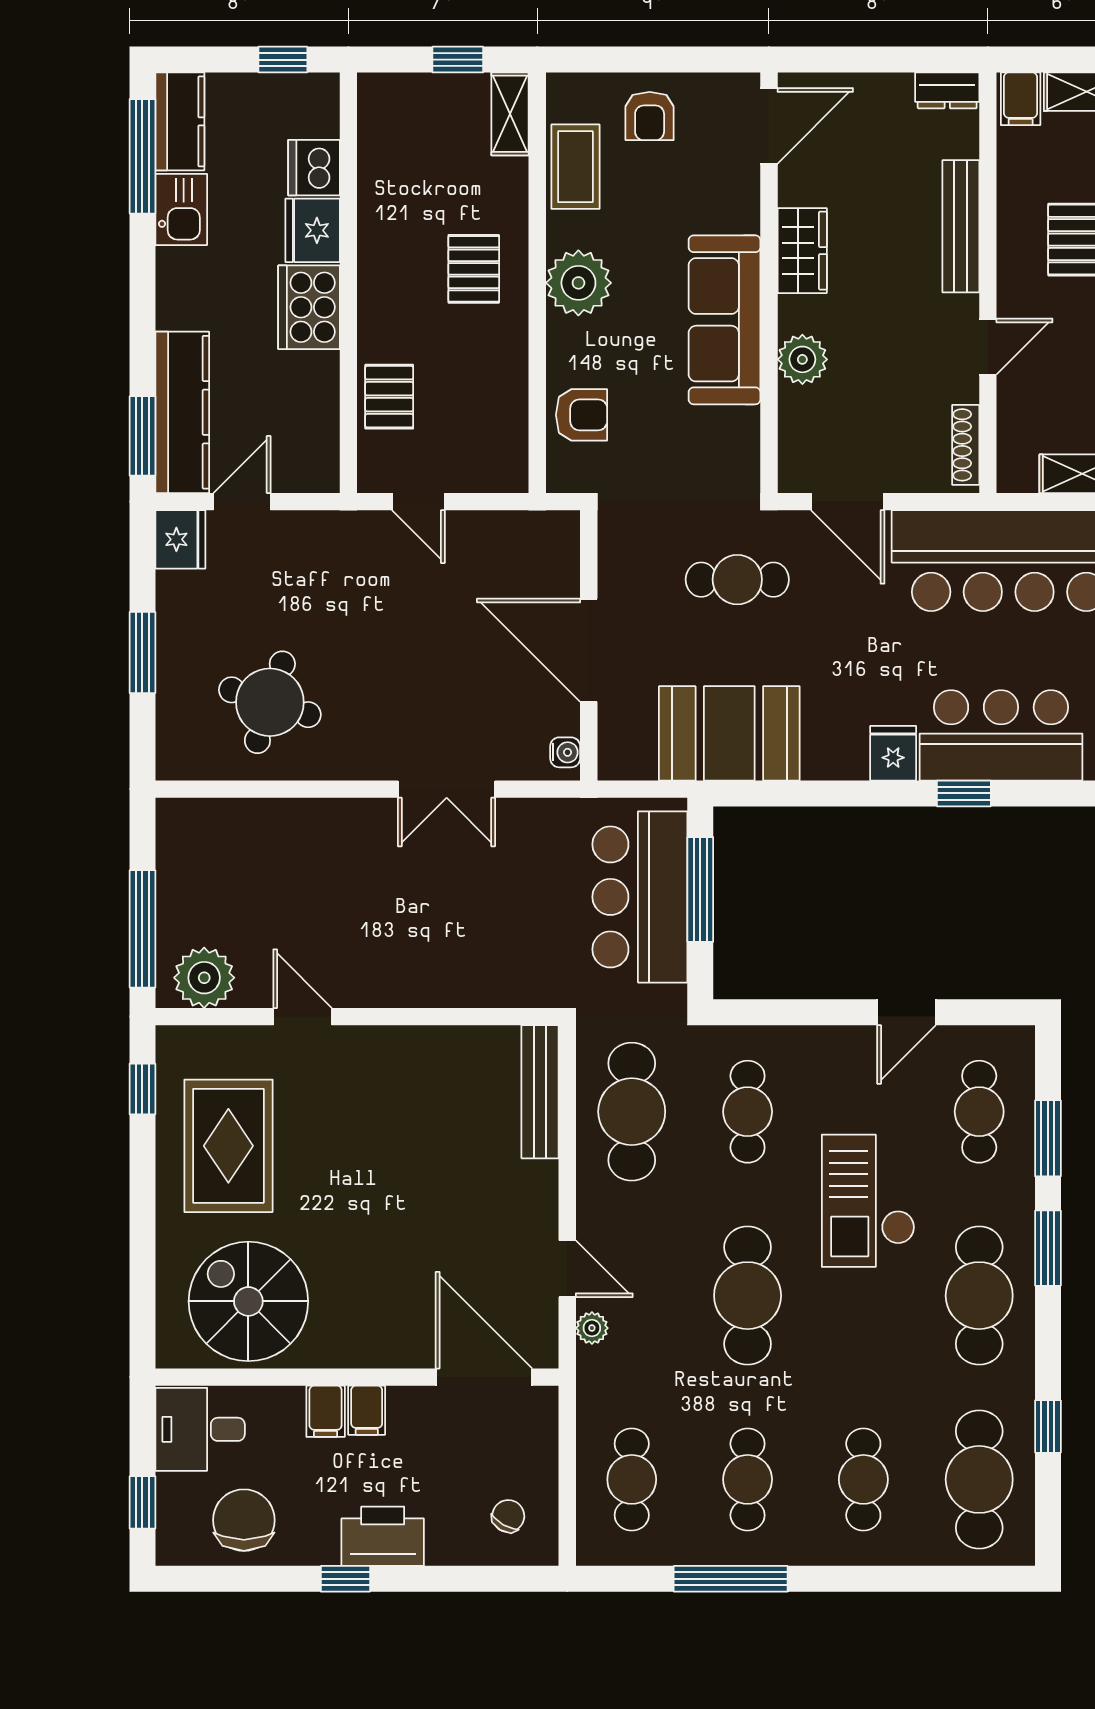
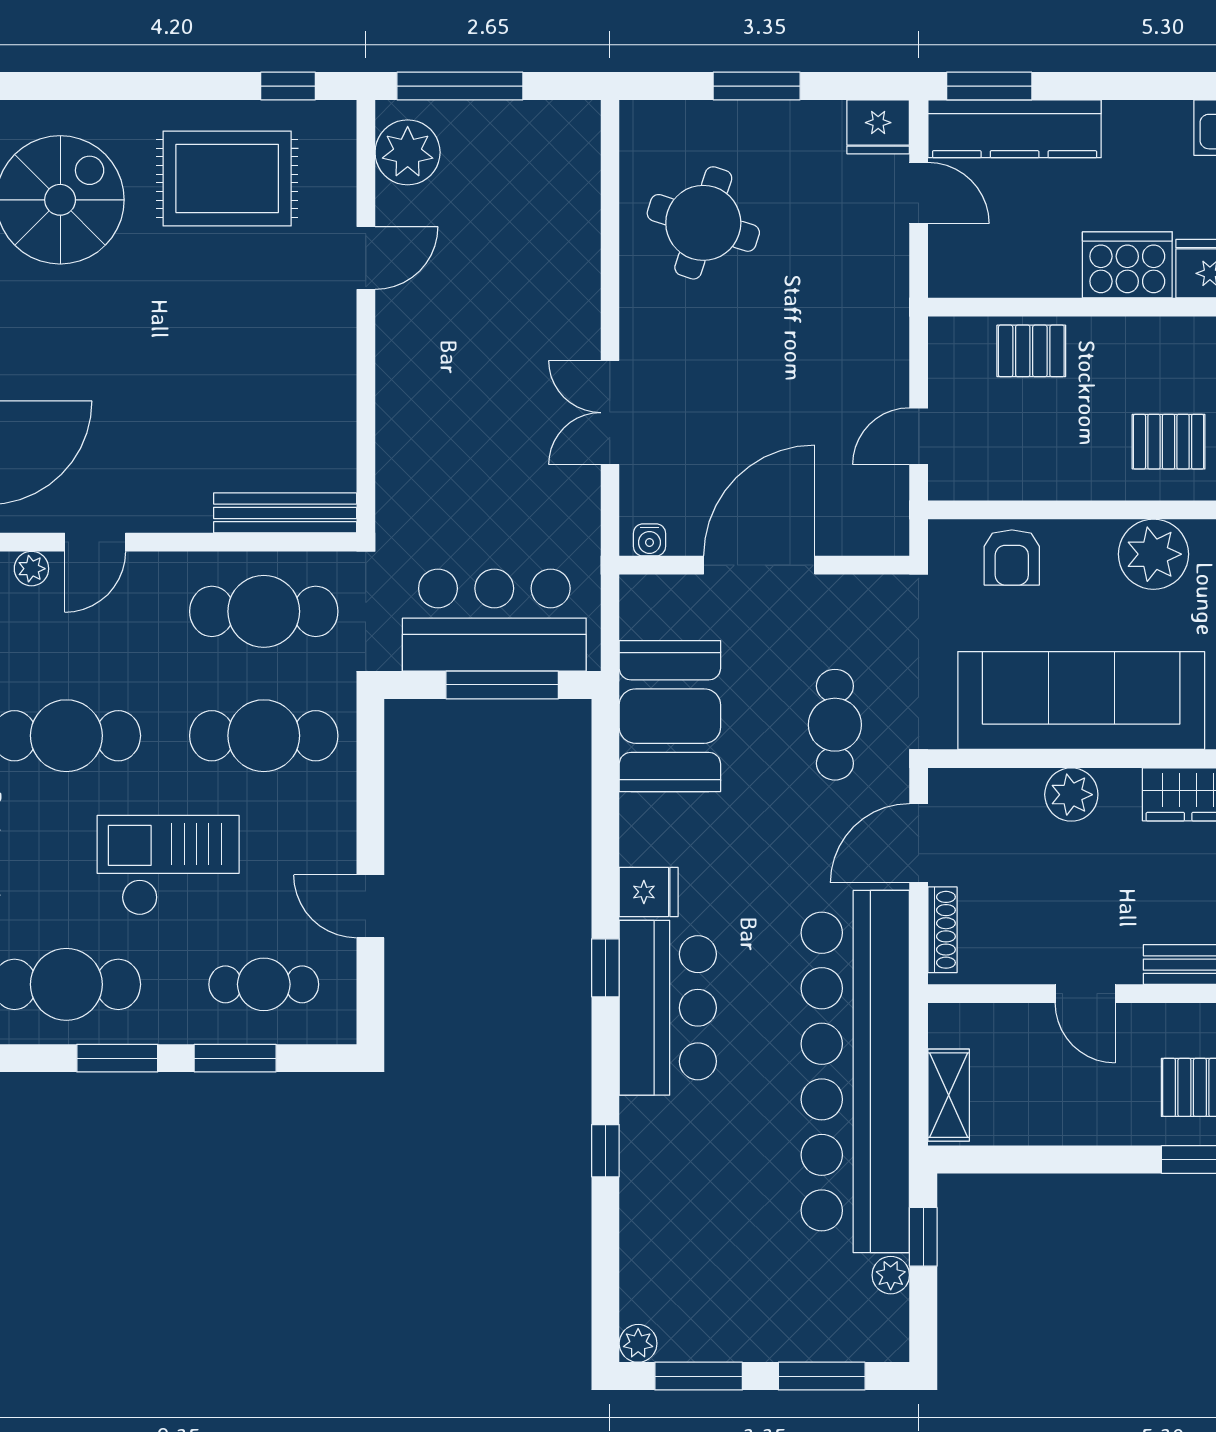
sofa: (724, 320) -> (1081, 700), width x1.36, depth x1.27
shoe rack: (966, 445) -> (942, 930), moved, turned 90
door: (418, 502) -> (919, 436), moved
cafe table: (748, 1112) -> (264, 736), width x1.37, depth x1.35

